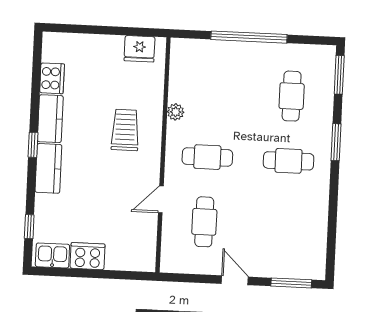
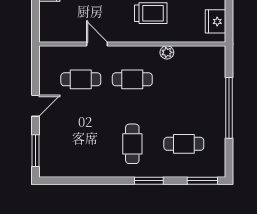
cafe table: (207, 157) -> (132, 79), turned 90

